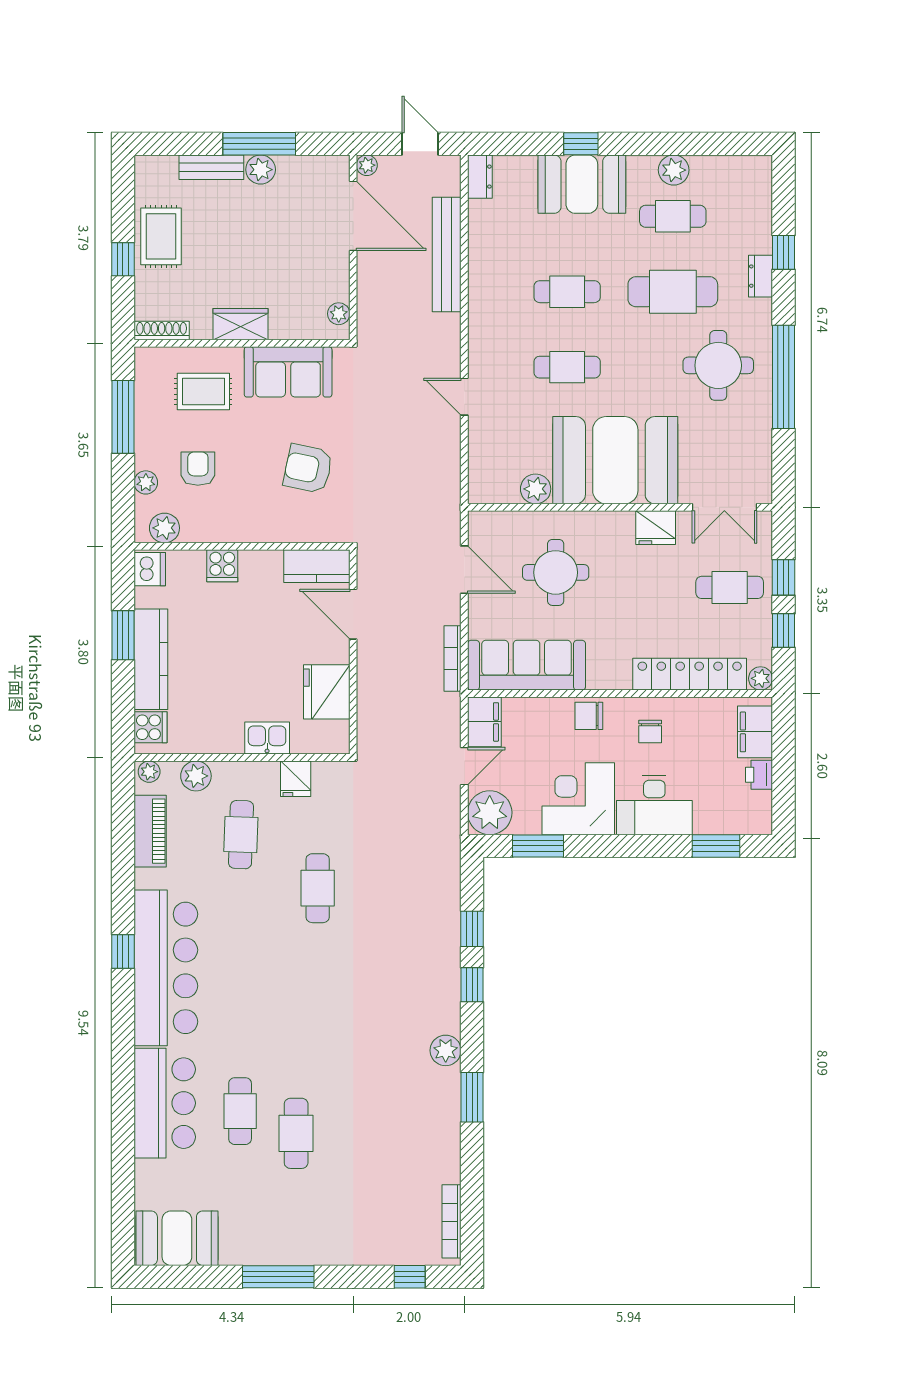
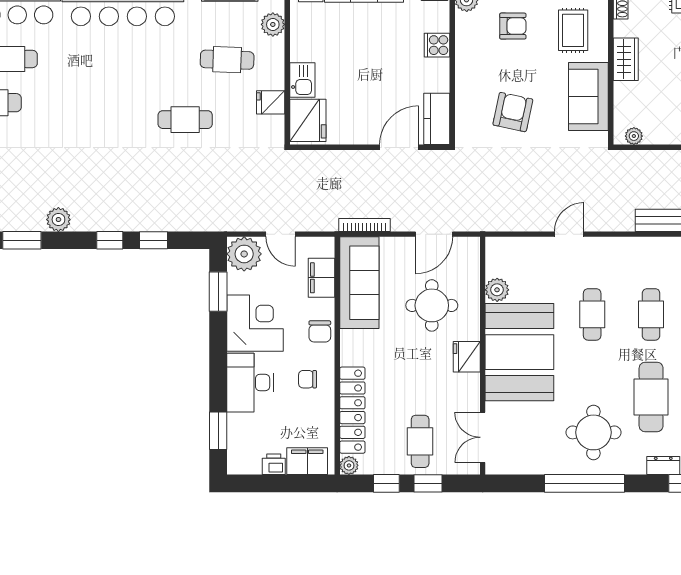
fridge: (656, 528) -> (467, 357), moved
fridge: (327, 692) -> (308, 120), moved, turned 90
chair: (589, 716) -> (320, 331), turned 180
filing cabinet: (484, 722) -> (322, 278), moved, turned 90

